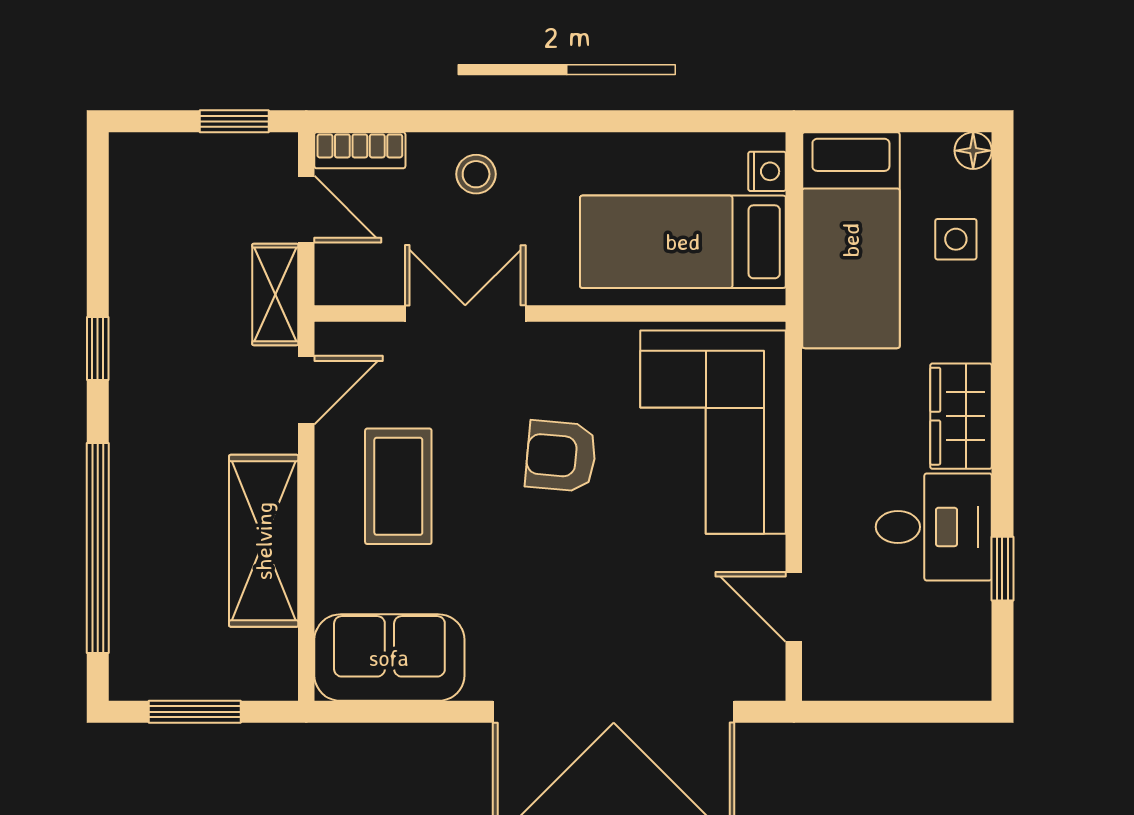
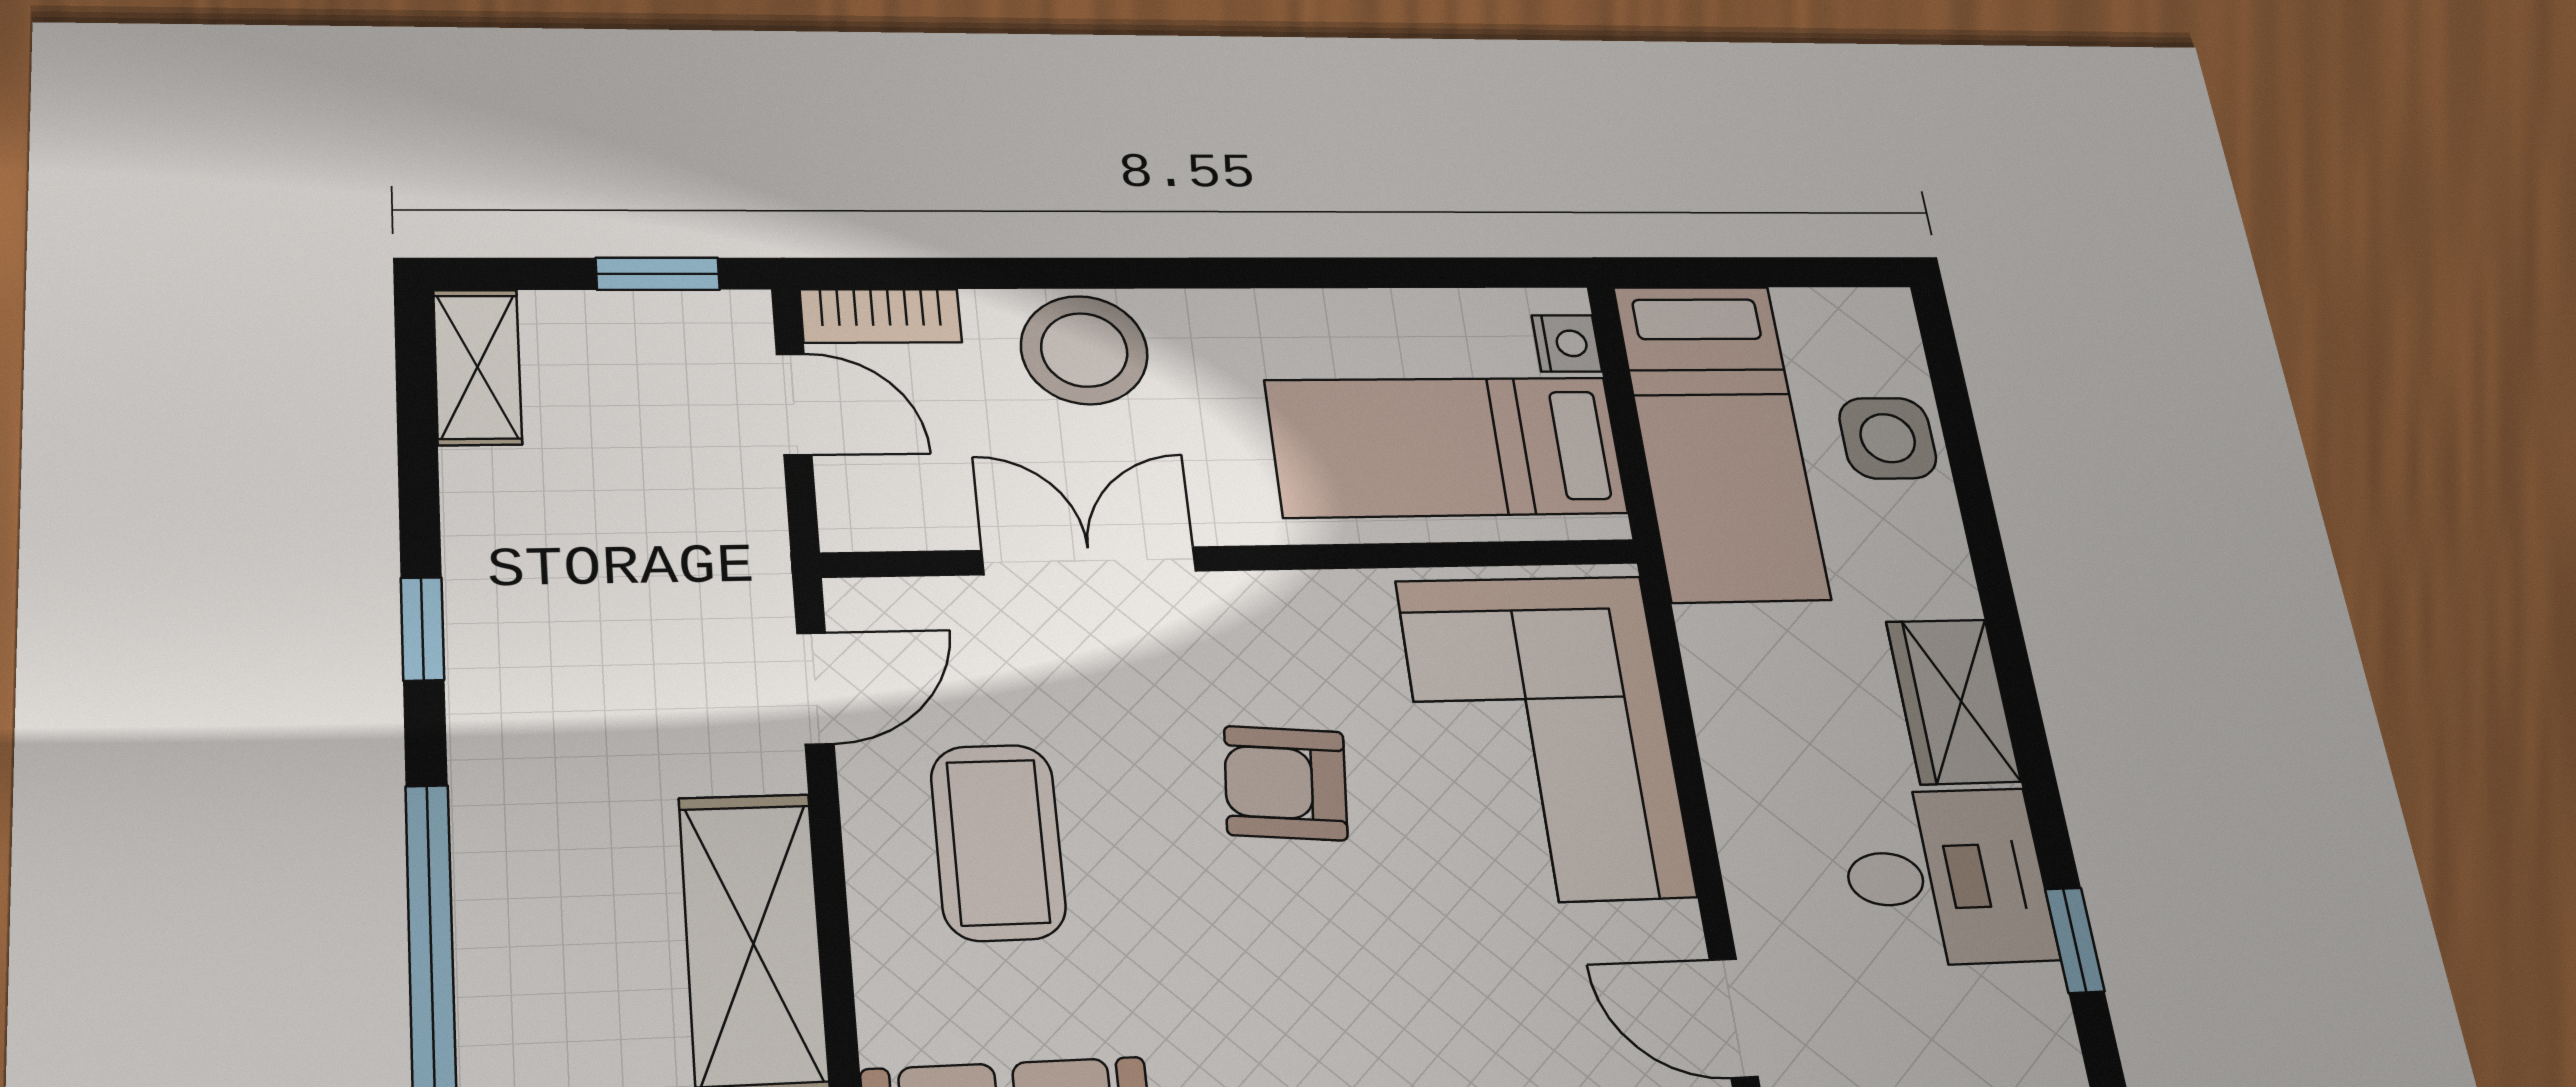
floor lamp: (973, 151) -> (1887, 313), removed
stool: (476, 174) -> (1084, 350), width x1.89, depth x1.89
side table: (956, 239) -> (1888, 438), width x1.37, depth x1.37
shelving: (275, 294) -> (477, 367), moved

